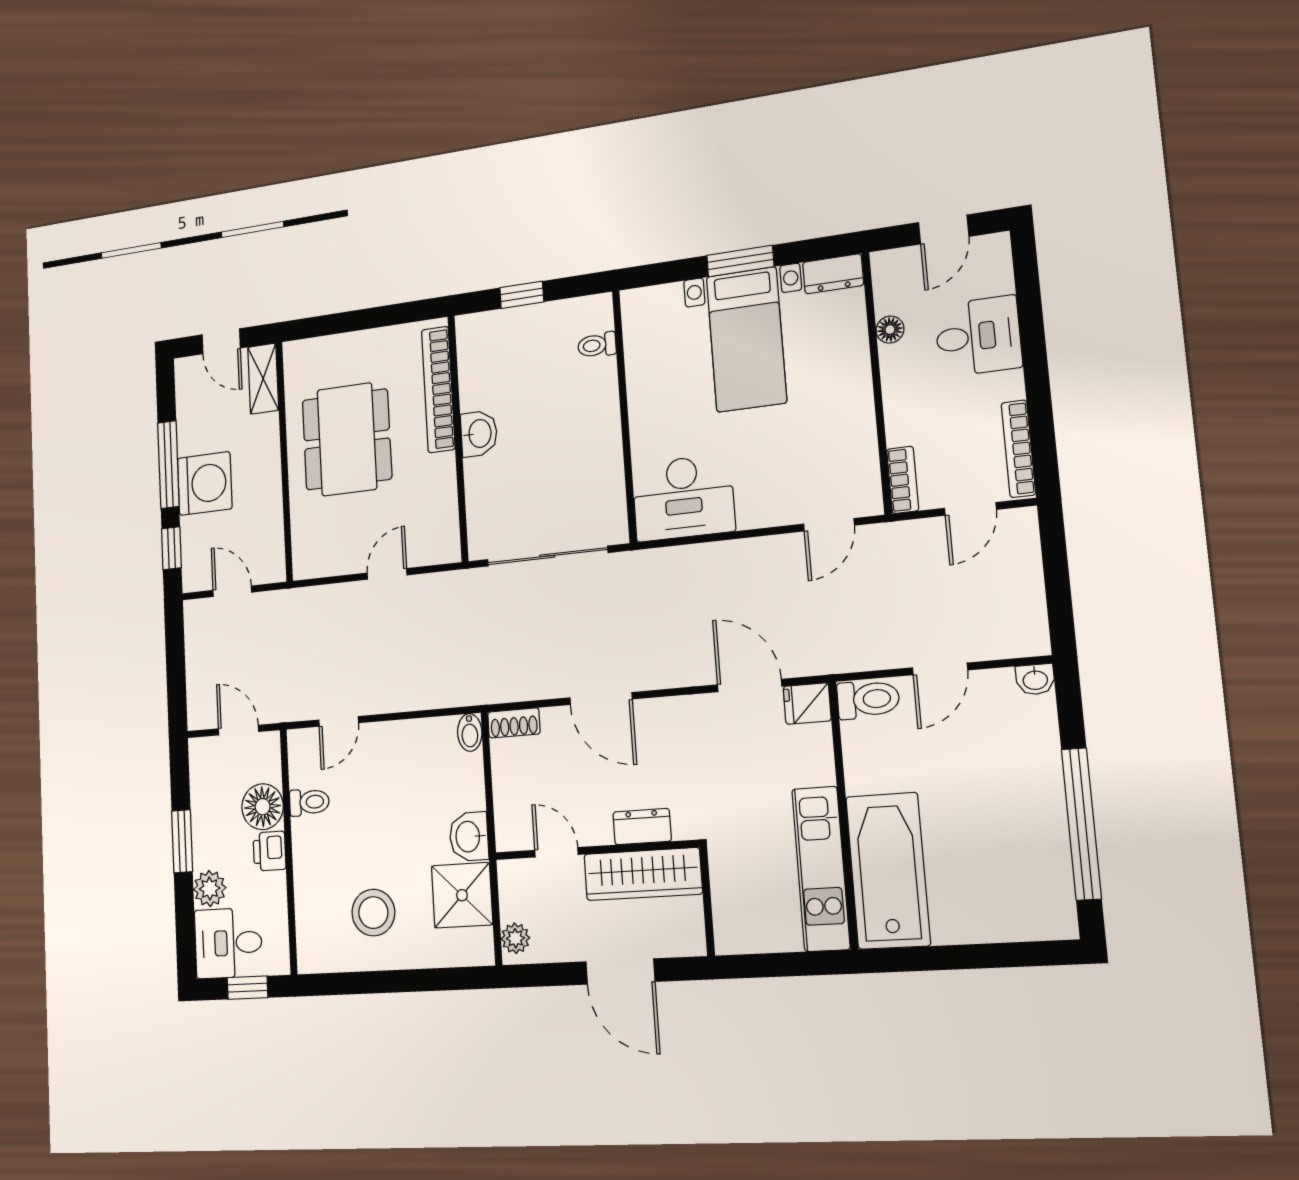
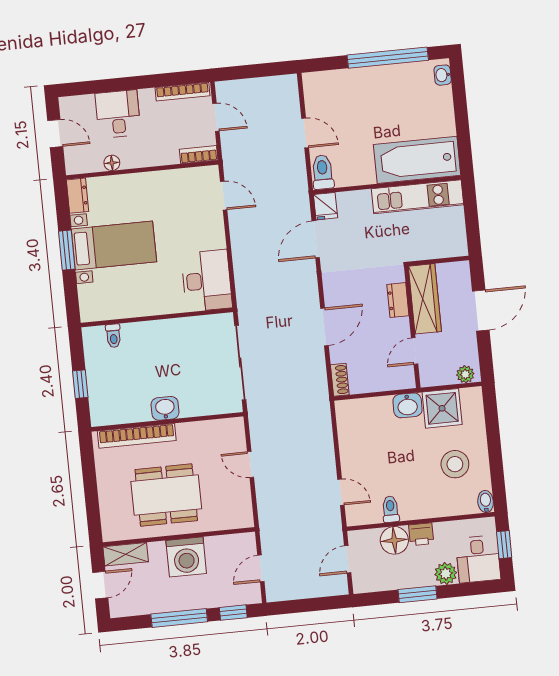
washing machine: (205, 483) -> (186, 557), moved, turned 180
washbasin: (1035, 679) -> (443, 75), moved, turned 180
bidet: (470, 732) -> (486, 502), moved, turned -90

